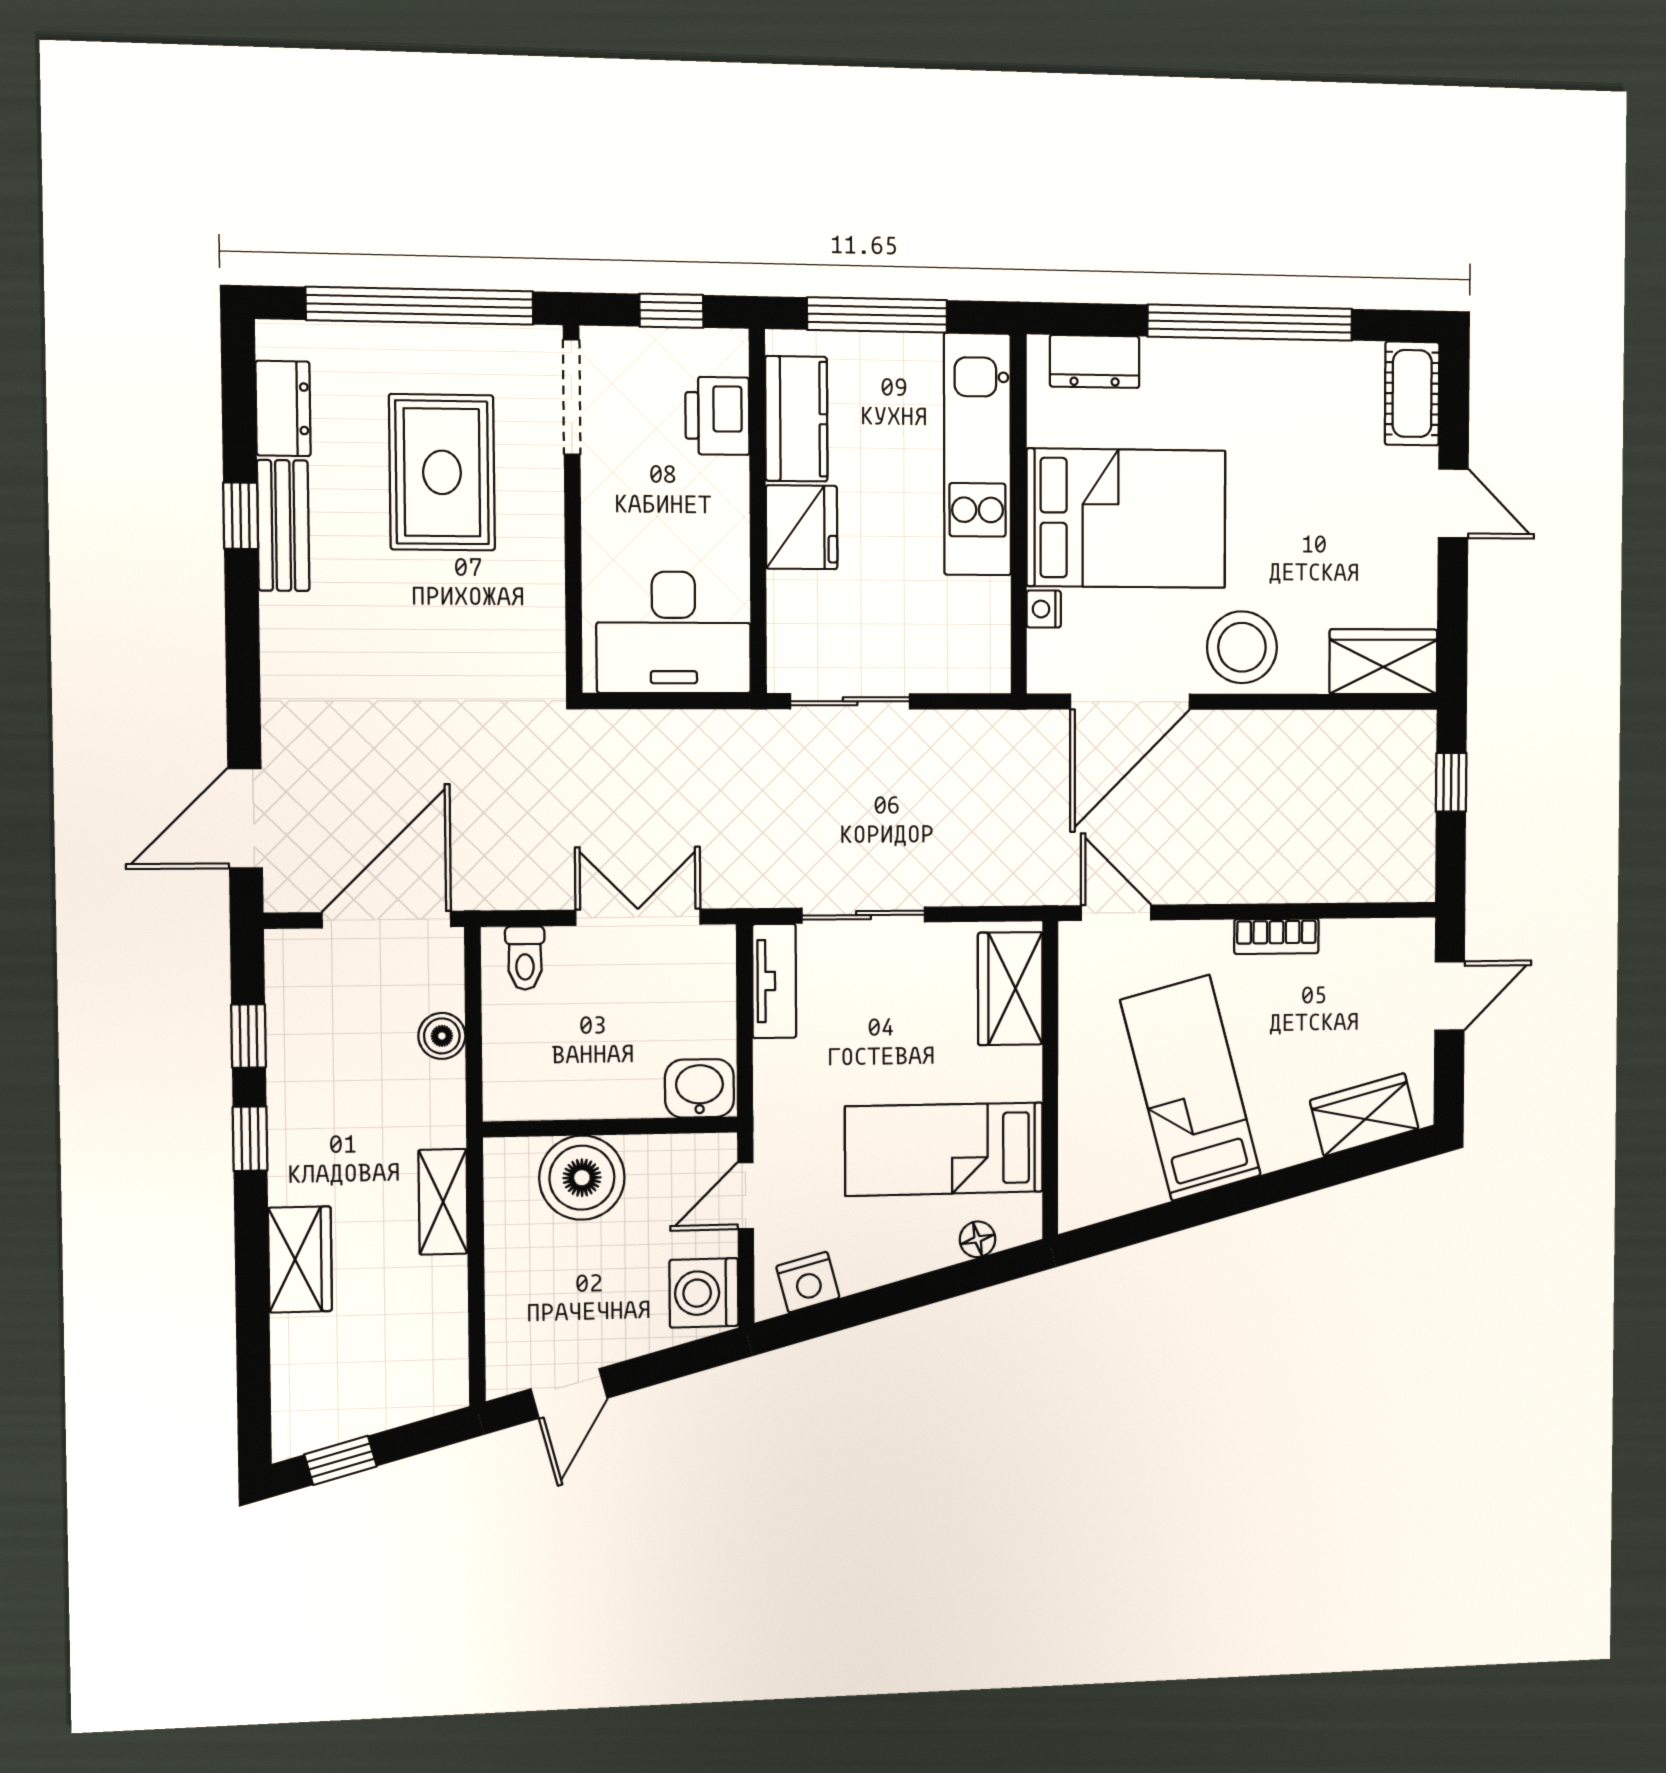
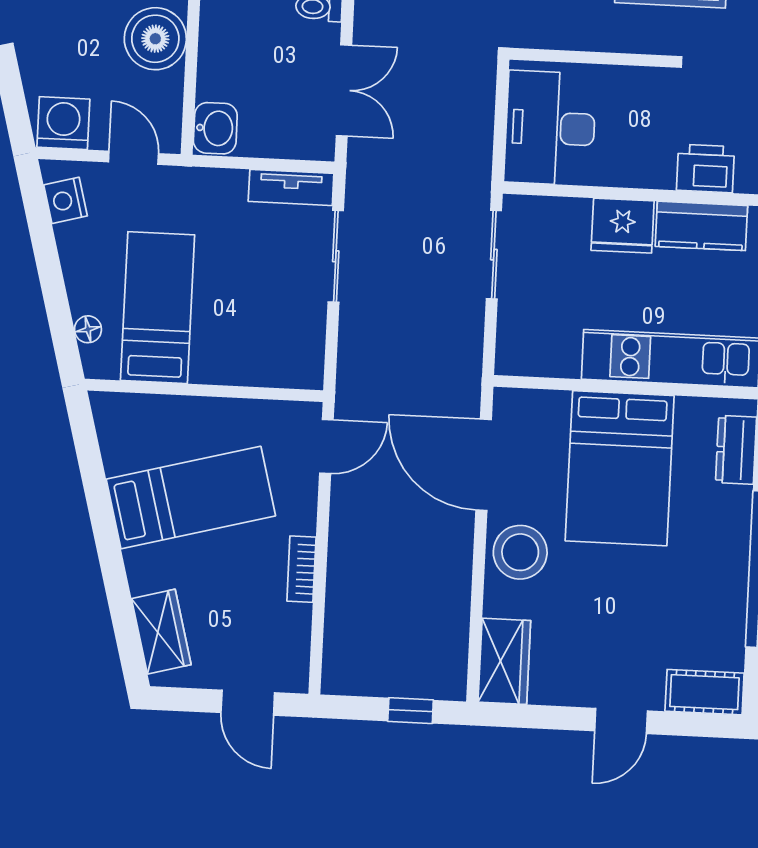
nightstand: (1044, 609) -> (555, 403), removed
wardrobe: (1010, 989) -> (274, 363), removed

